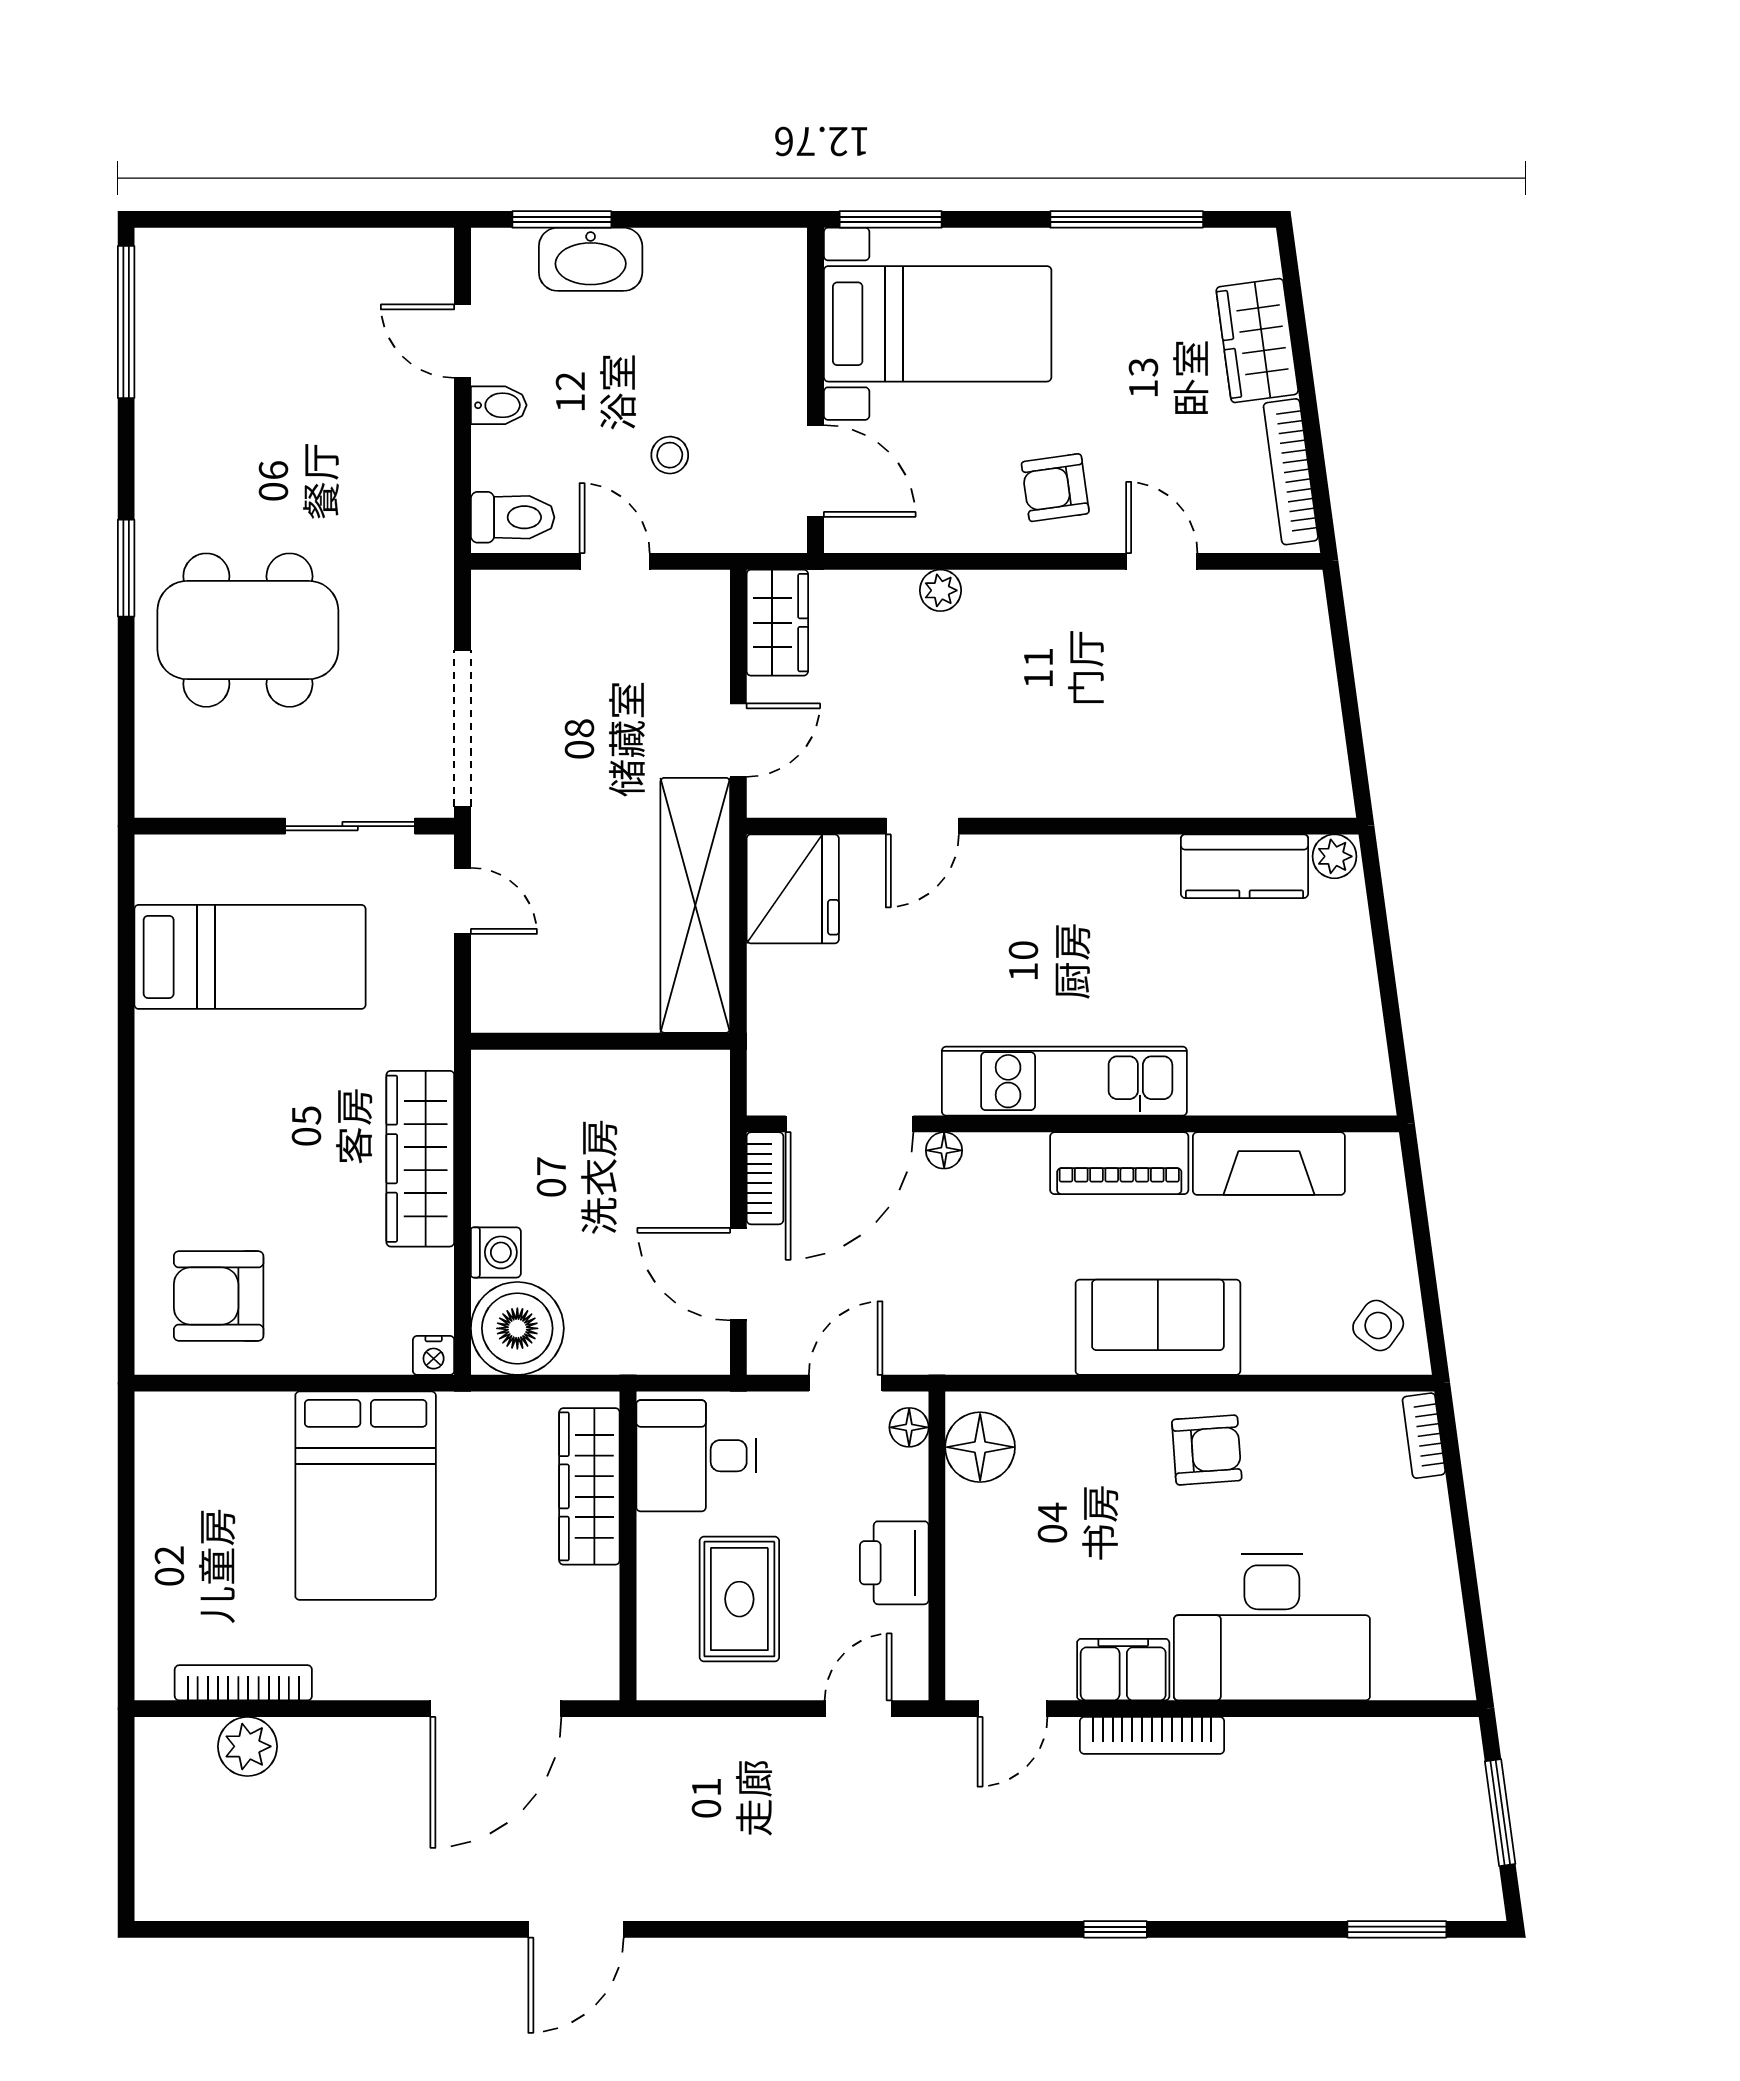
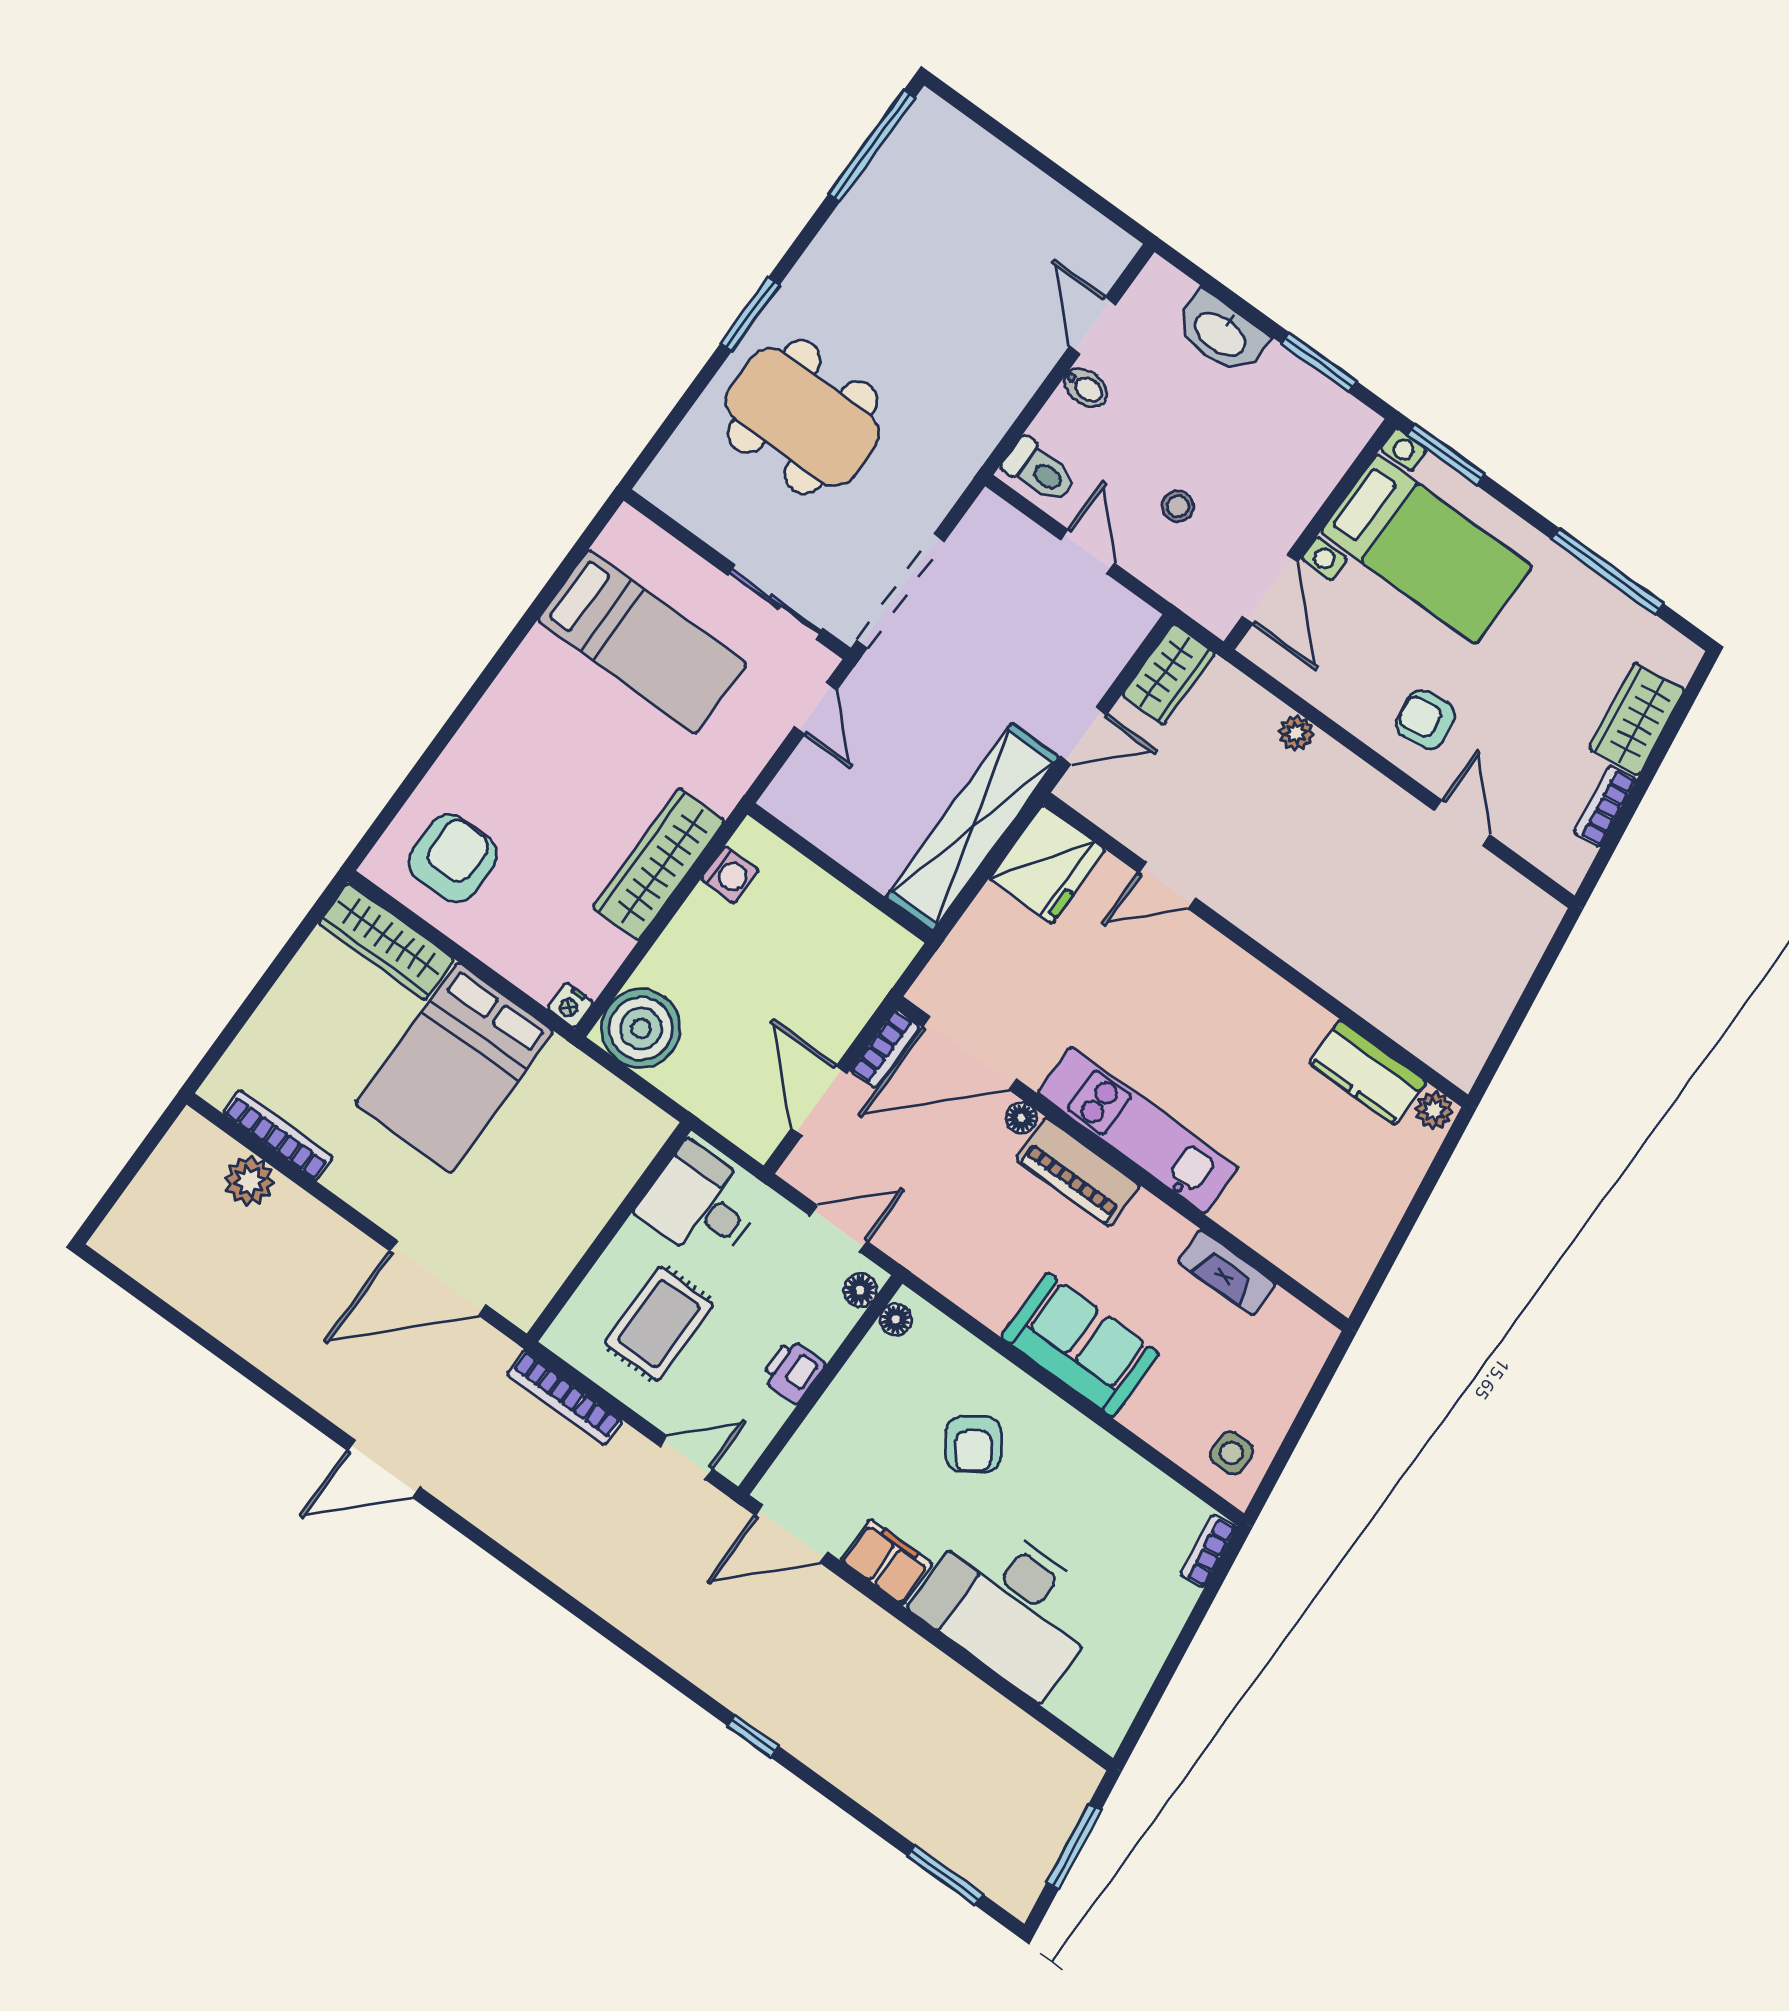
window: (562, 219) -> (1319, 363), moved
bookcase: (1291, 472) -> (1605, 806), width x0.64
piano: (1119, 1163) -> (1078, 1172), moved
fireplace: (1269, 1164) -> (1227, 1273), width x0.73, depth x0.76
washing machine: (496, 1252) -> (730, 875), moved
armchair: (219, 1296) -> (453, 858), turned 90
side table: (1378, 1325) -> (1232, 1453), turned -36
floor lamp: (980, 1447) -> (896, 1319), width x0.53, depth x0.53
armchair: (1207, 1450) -> (973, 1444), moved, turned 59
wardrobe: (589, 1486) -> (386, 941), moved, turned -90
printer: (894, 1563) -> (793, 1371), width x0.73, depth x0.81
door: (1012, 1709) -> (792, 1534), width x1.38
bookcase: (1152, 1735) -> (565, 1397), moved

